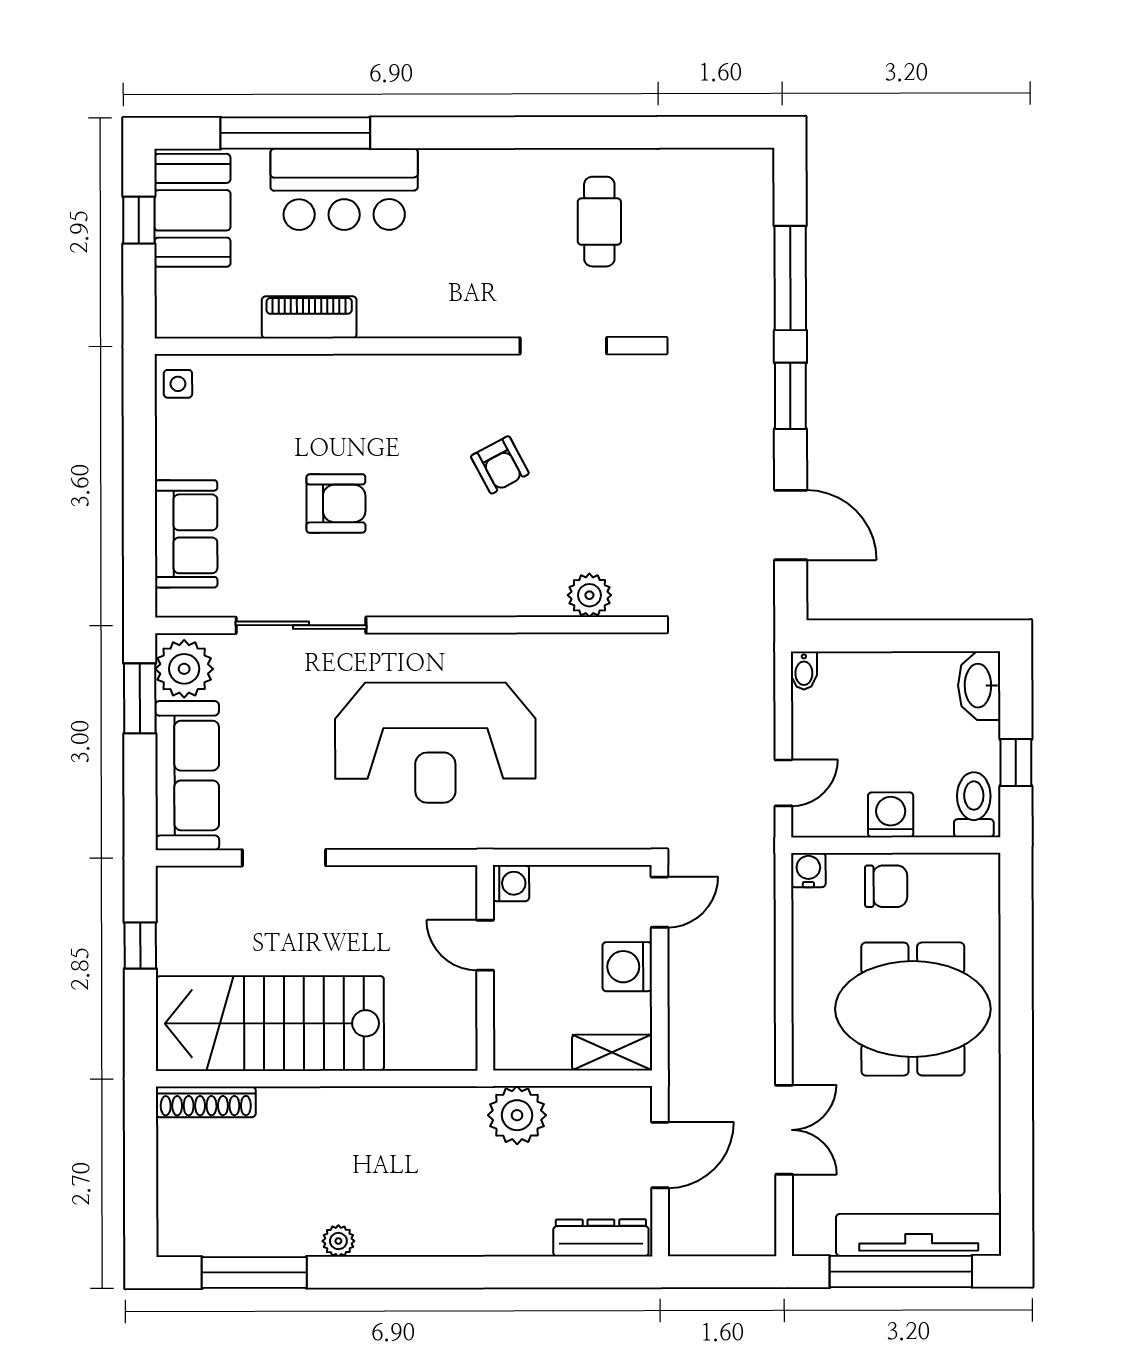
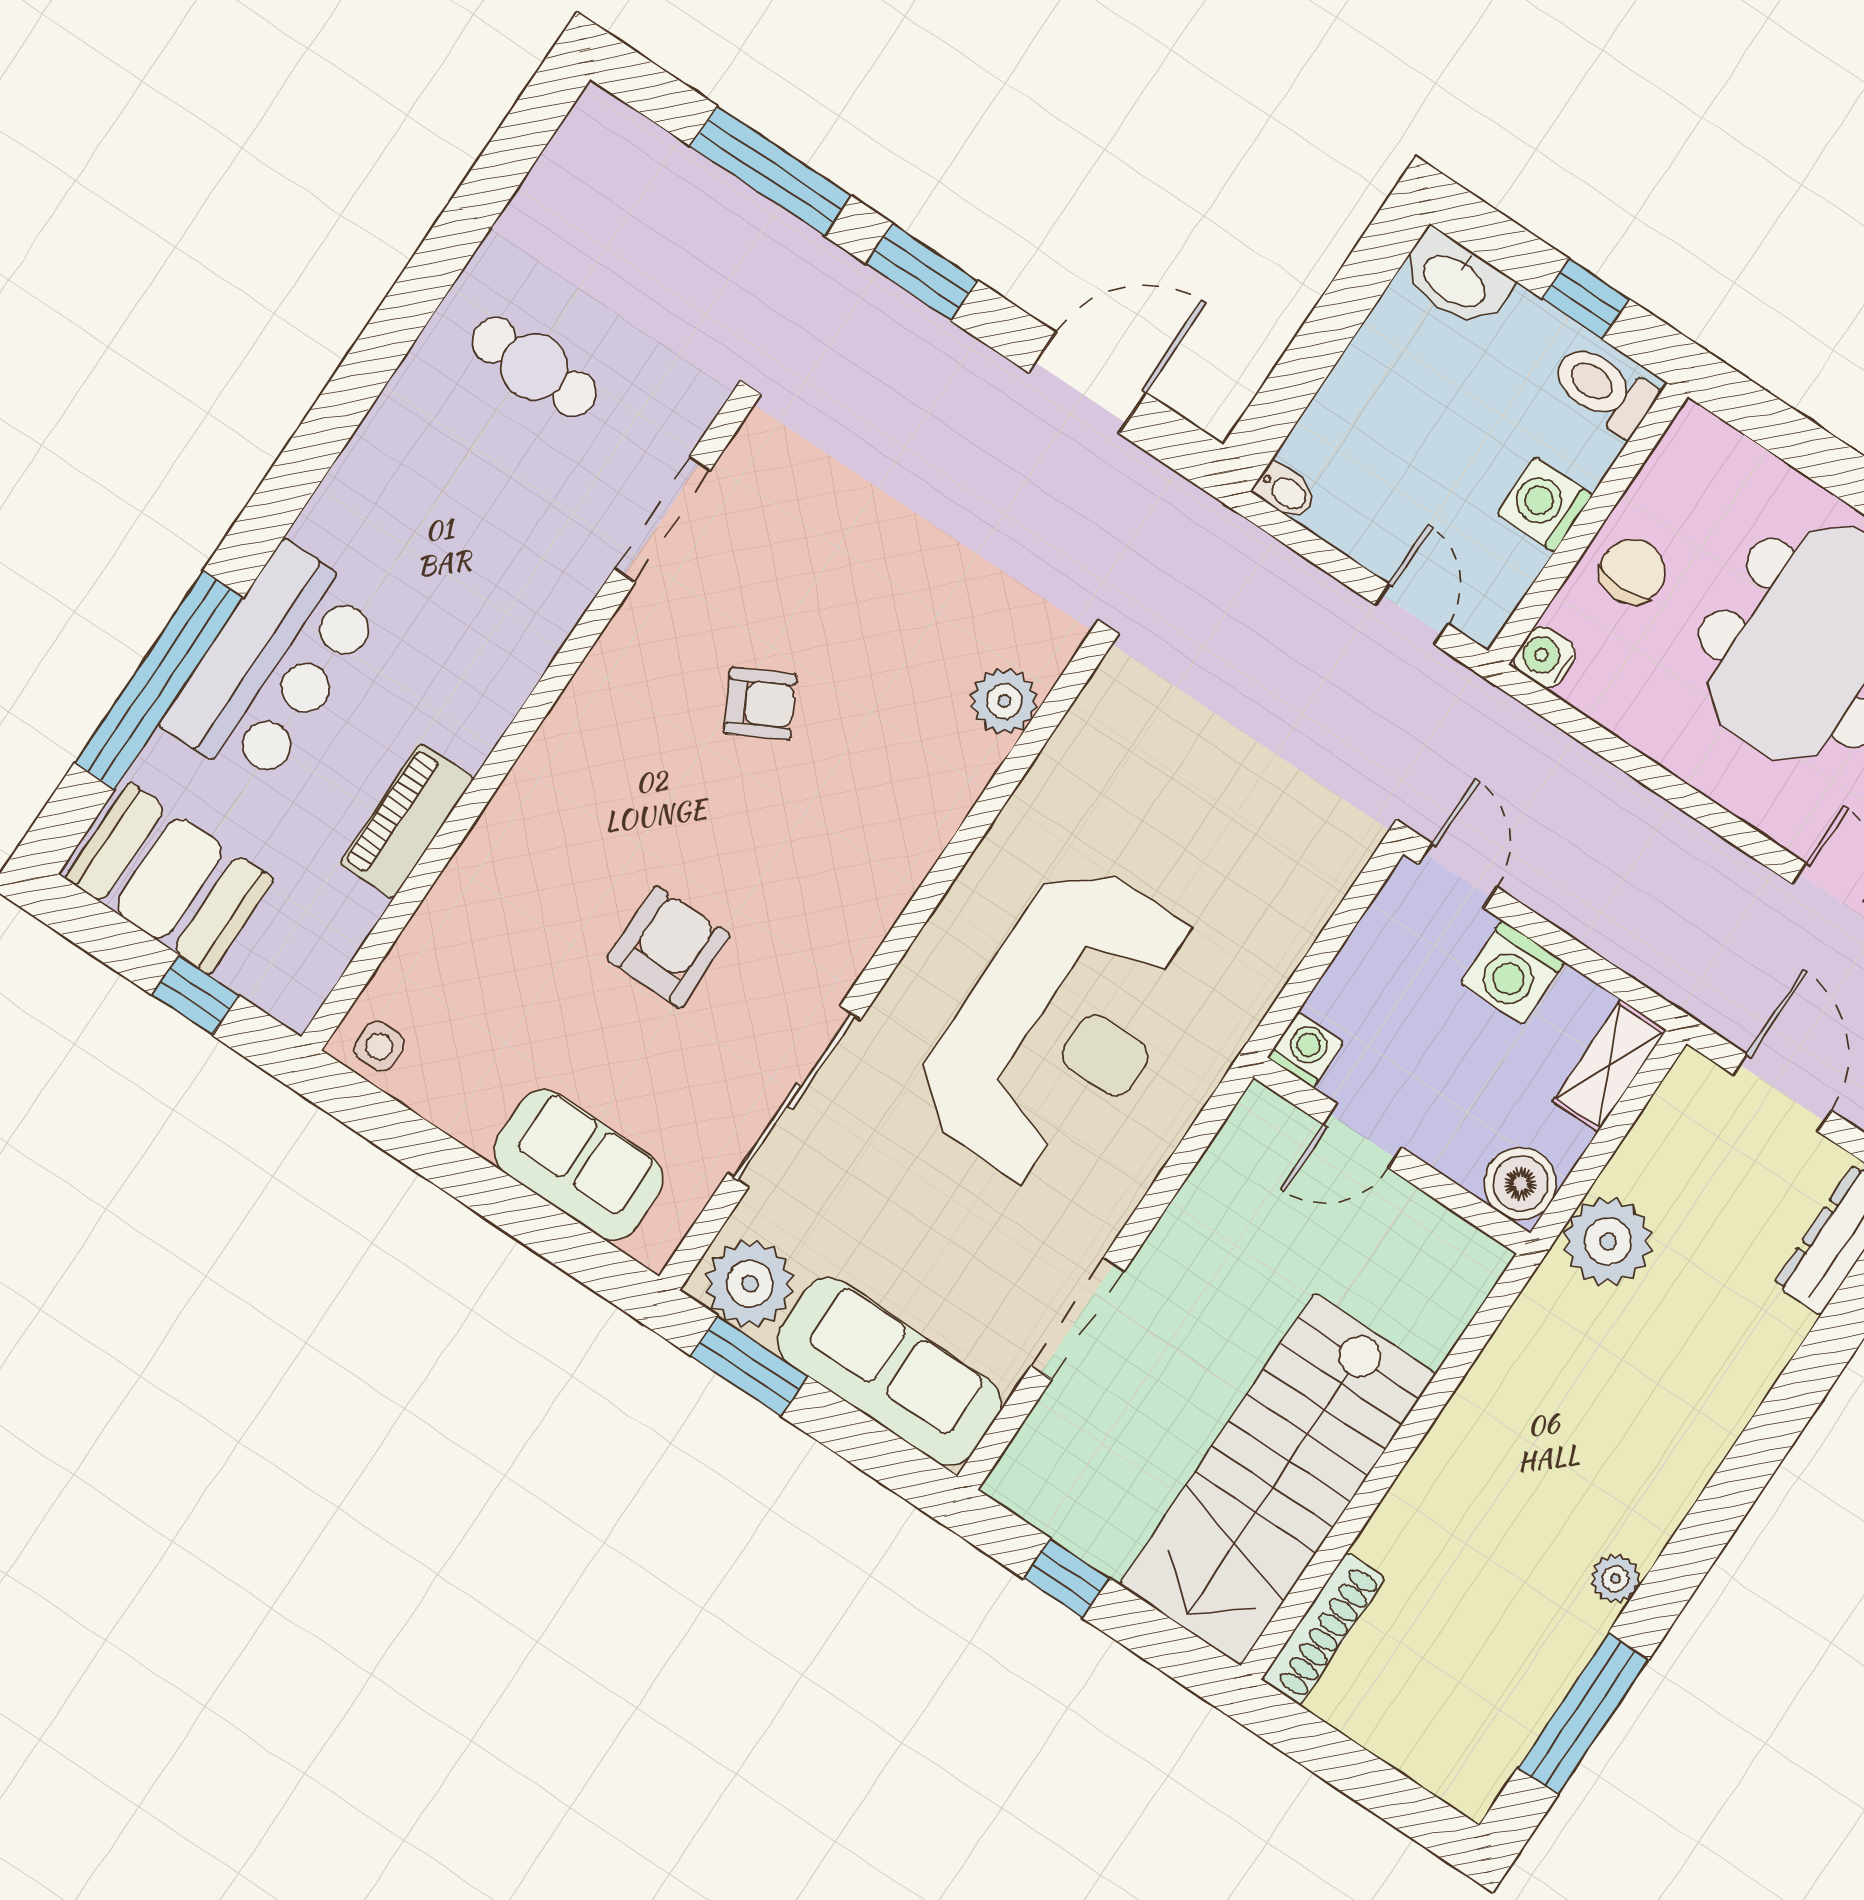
window: (139, 220) -> (195, 995), moved
boiler: (517, 1047) -> (1520, 1184), added

